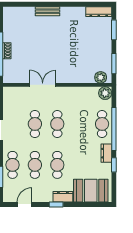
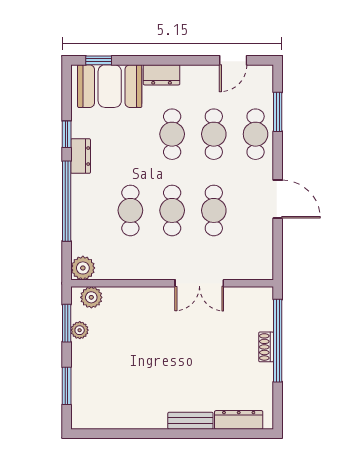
dresser: (99, 12) -> (239, 420), moved
plant: (107, 60) -> (80, 330), added
cafe table: (102, 124) -> (130, 210), moved
window: (56, 205) -> (99, 60), moved

